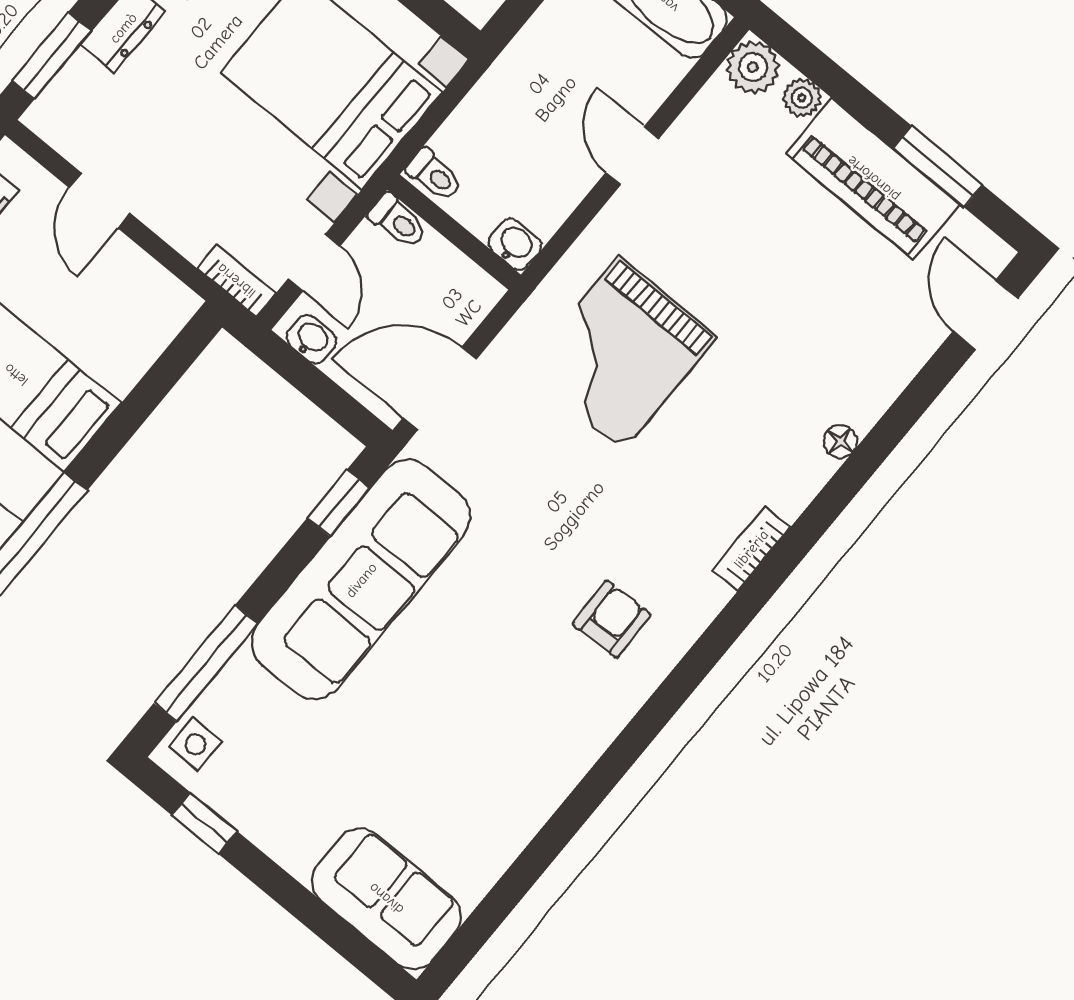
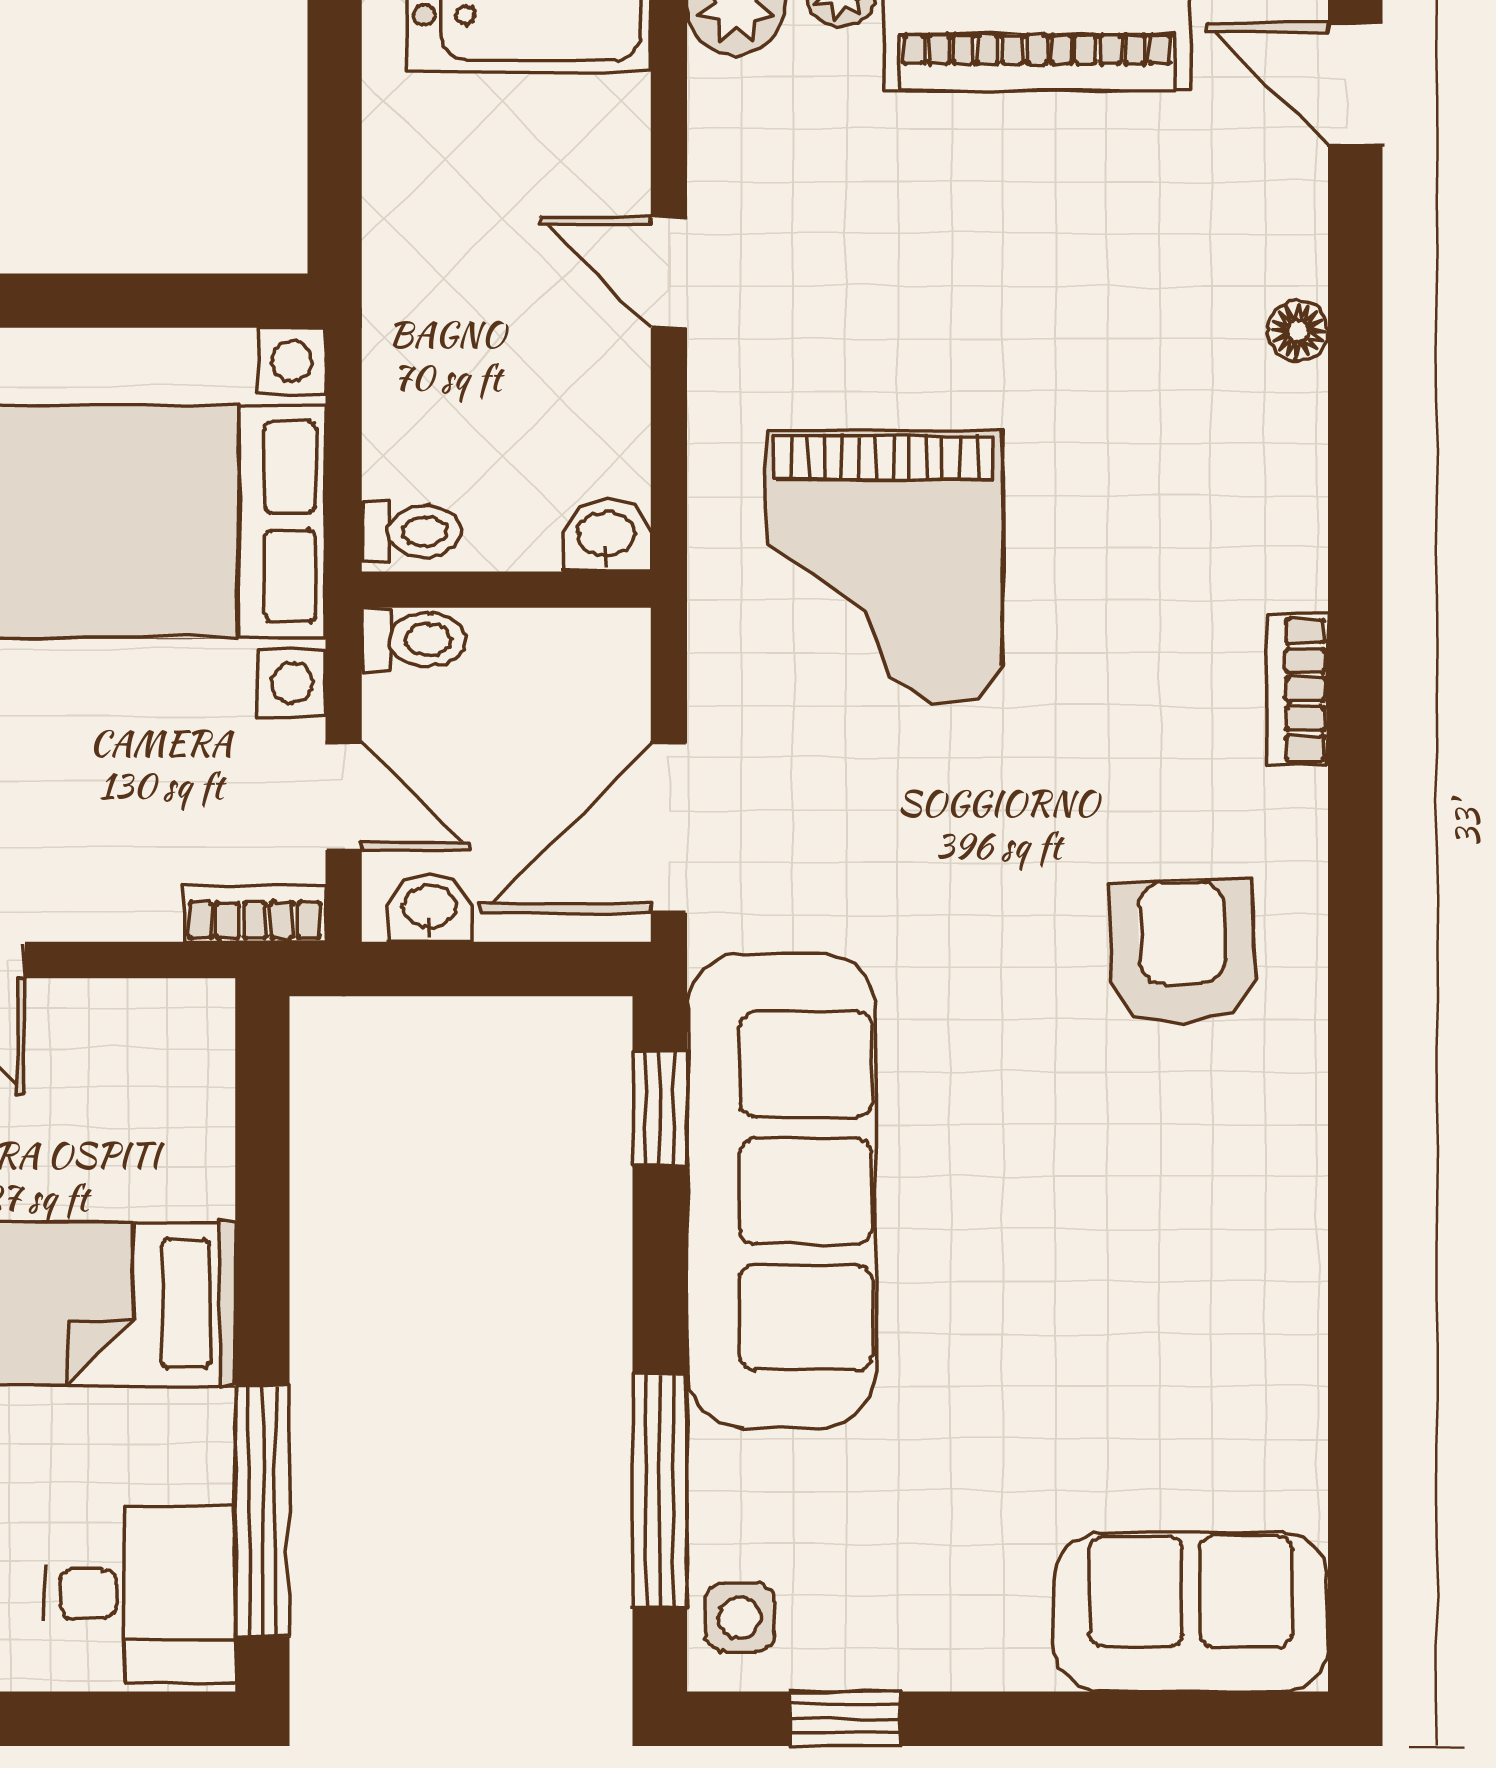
floor lamp: (840, 441) -> (1298, 331), moved
armchair: (612, 619) -> (1182, 953), width x1.38, depth x1.38

